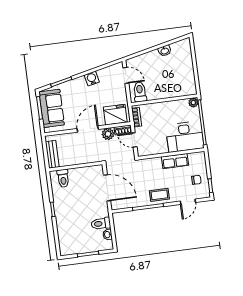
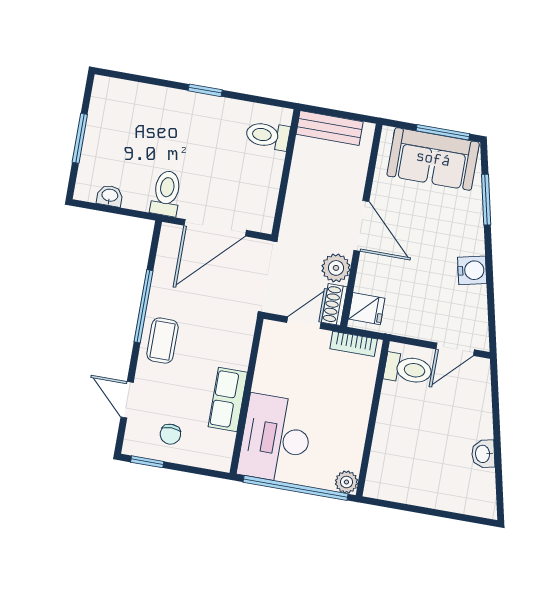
fridge: (115, 115) -> (367, 309), width x0.53, depth x0.75
toilet: (101, 224) -> (166, 193), moved

